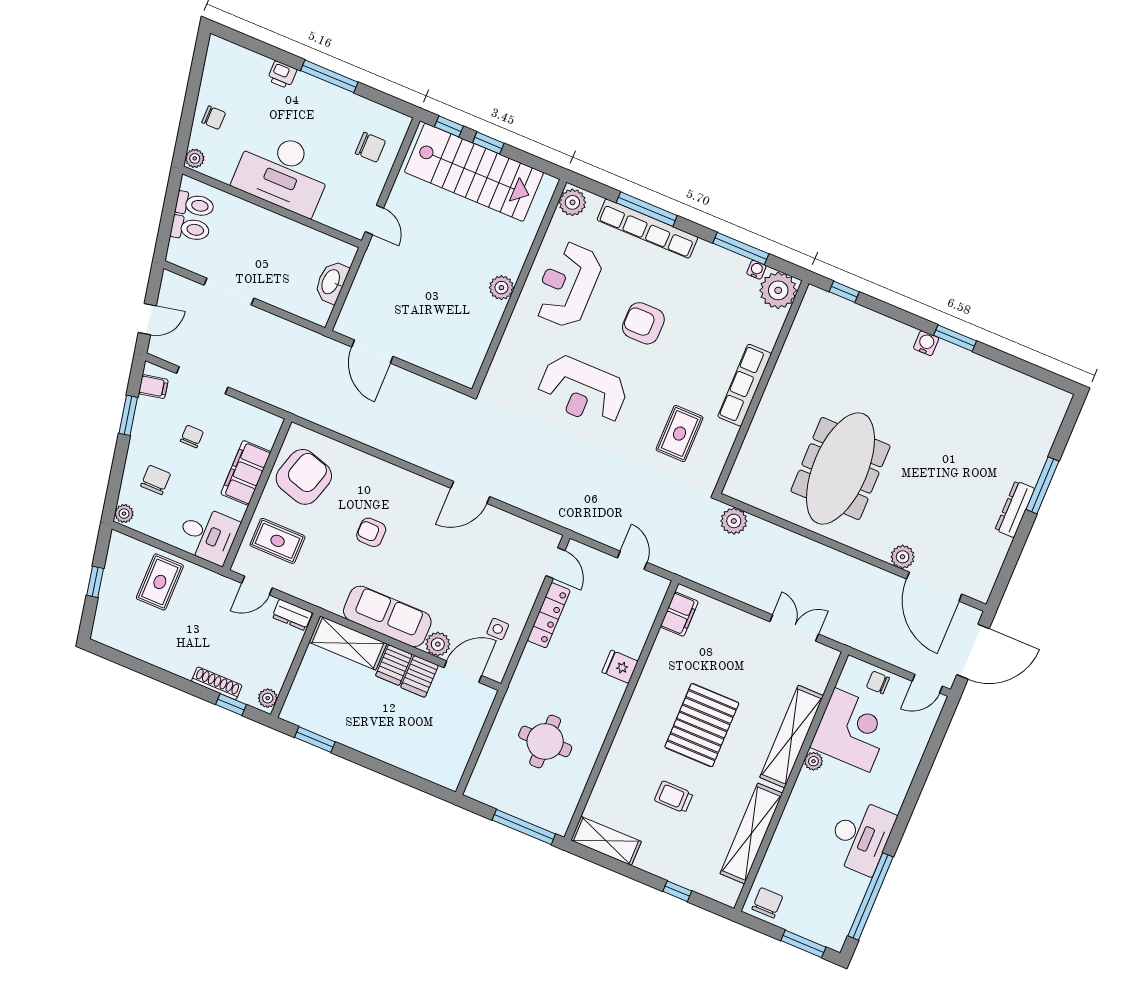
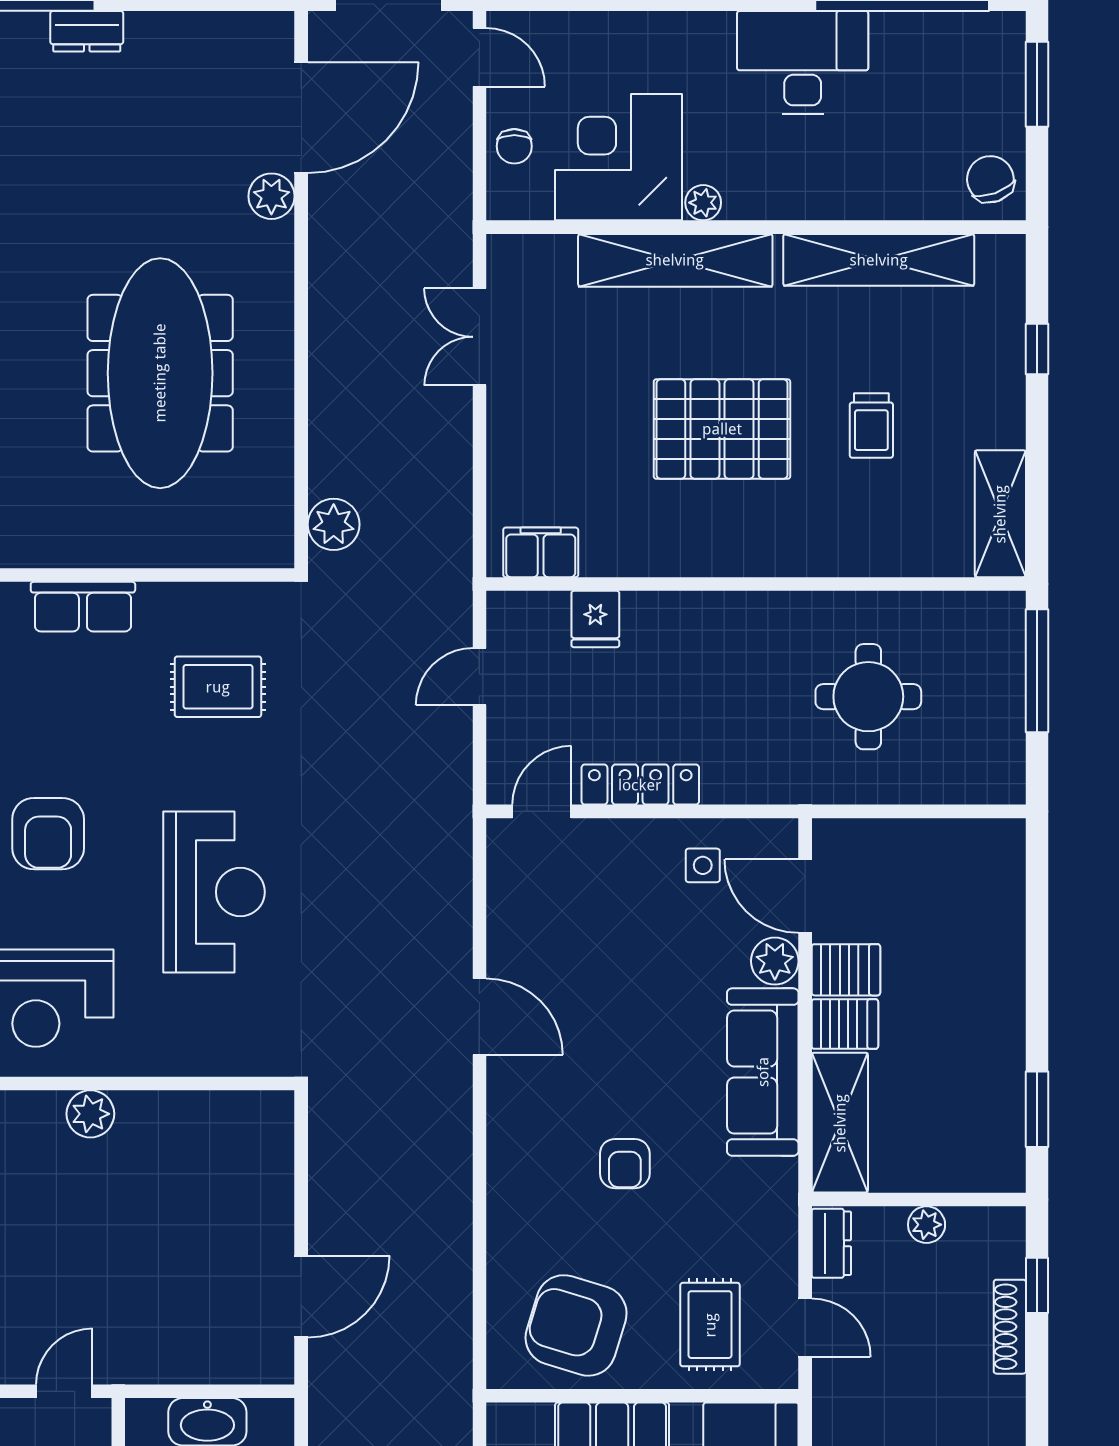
row of seats: (745, 385) -> (83, 607), width x0.68
meeting table: (840, 468) -> (160, 373), turned 90
dresser: (1015, 509) -> (87, 31), width x0.70
fridge: (620, 667) -> (595, 619), moved
plant: (268, 698) -> (927, 1225), moved
chair: (767, 903) -> (990, 179), turned 70

